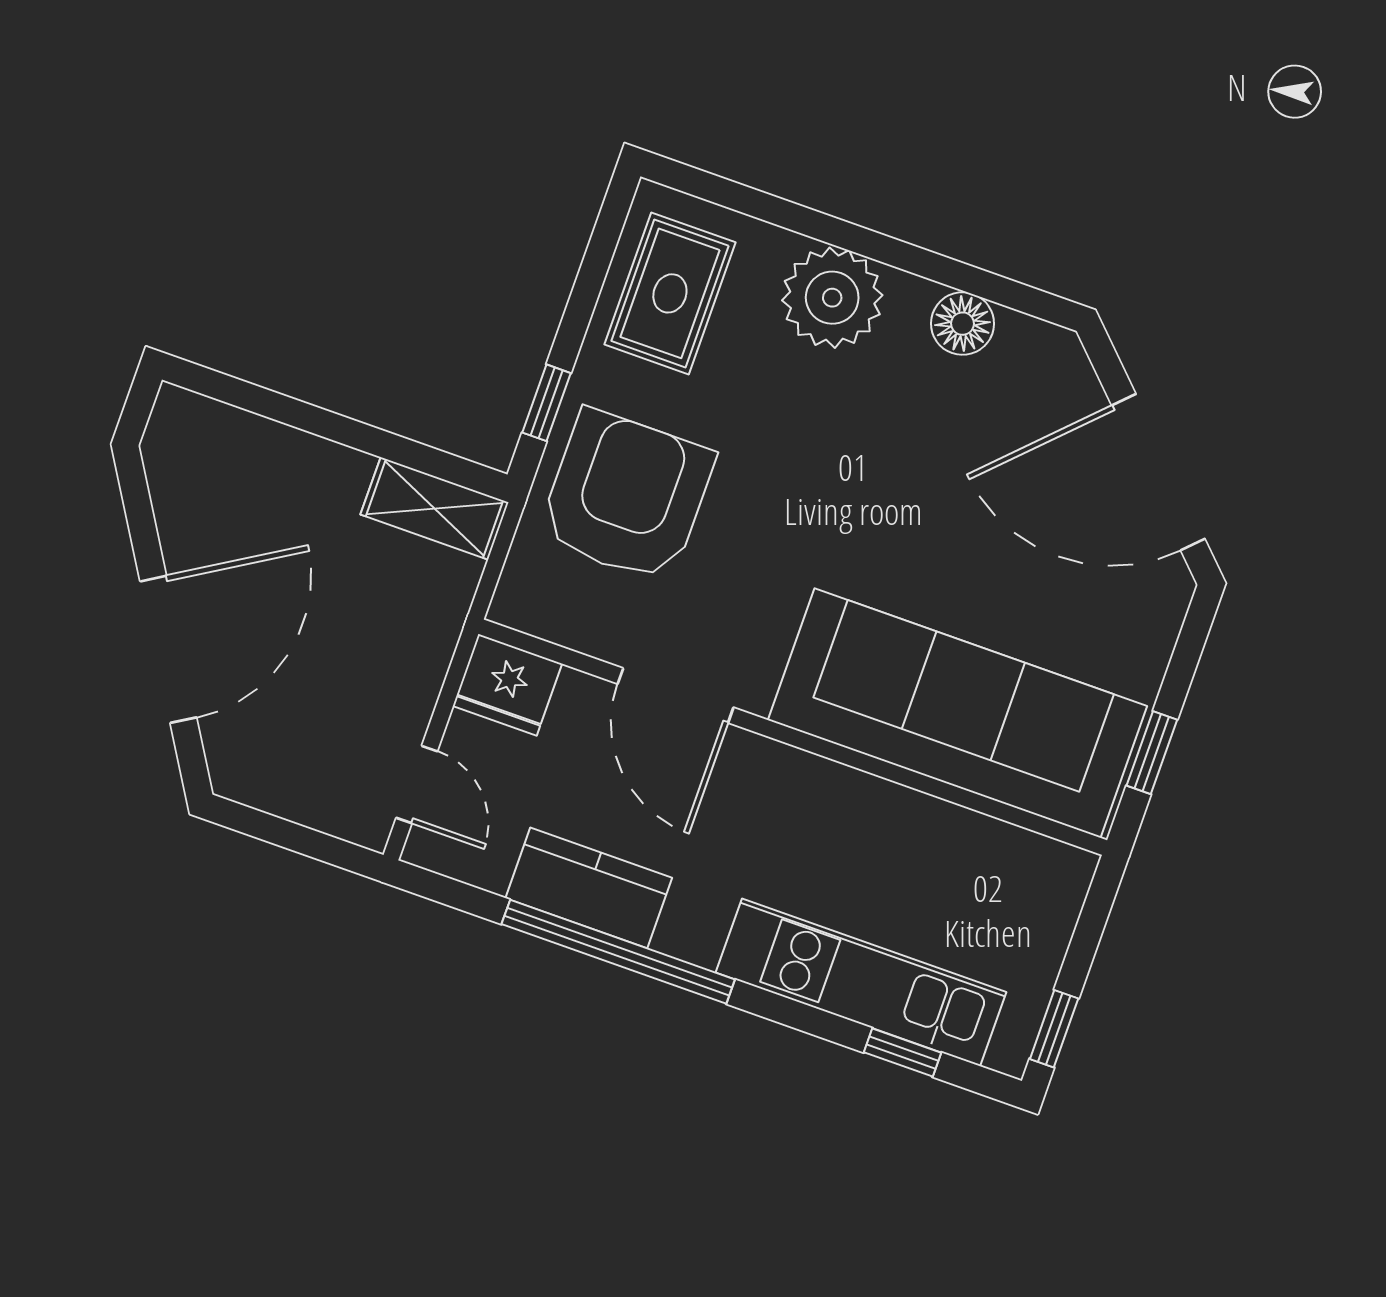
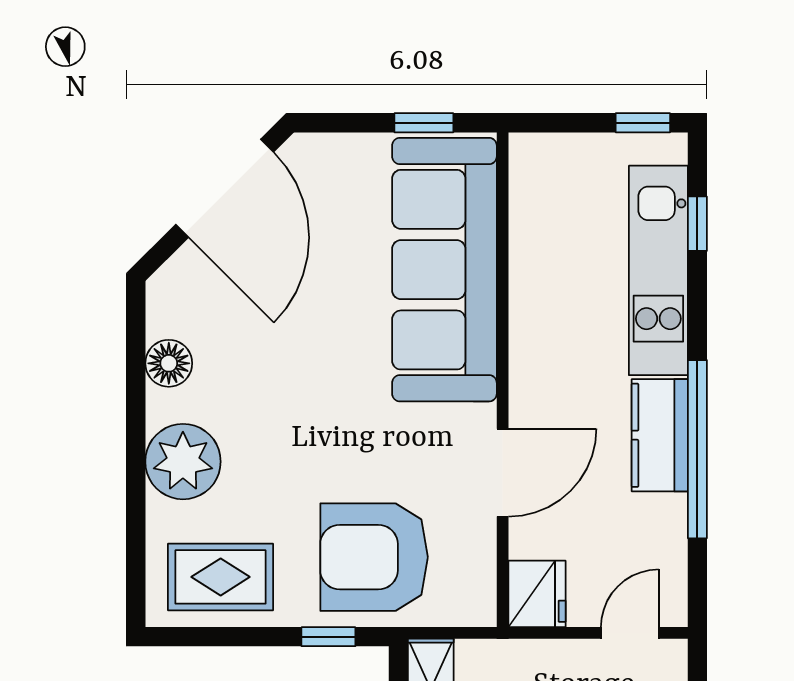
kitchen counter: (589, 888) -> (660, 435), moved

